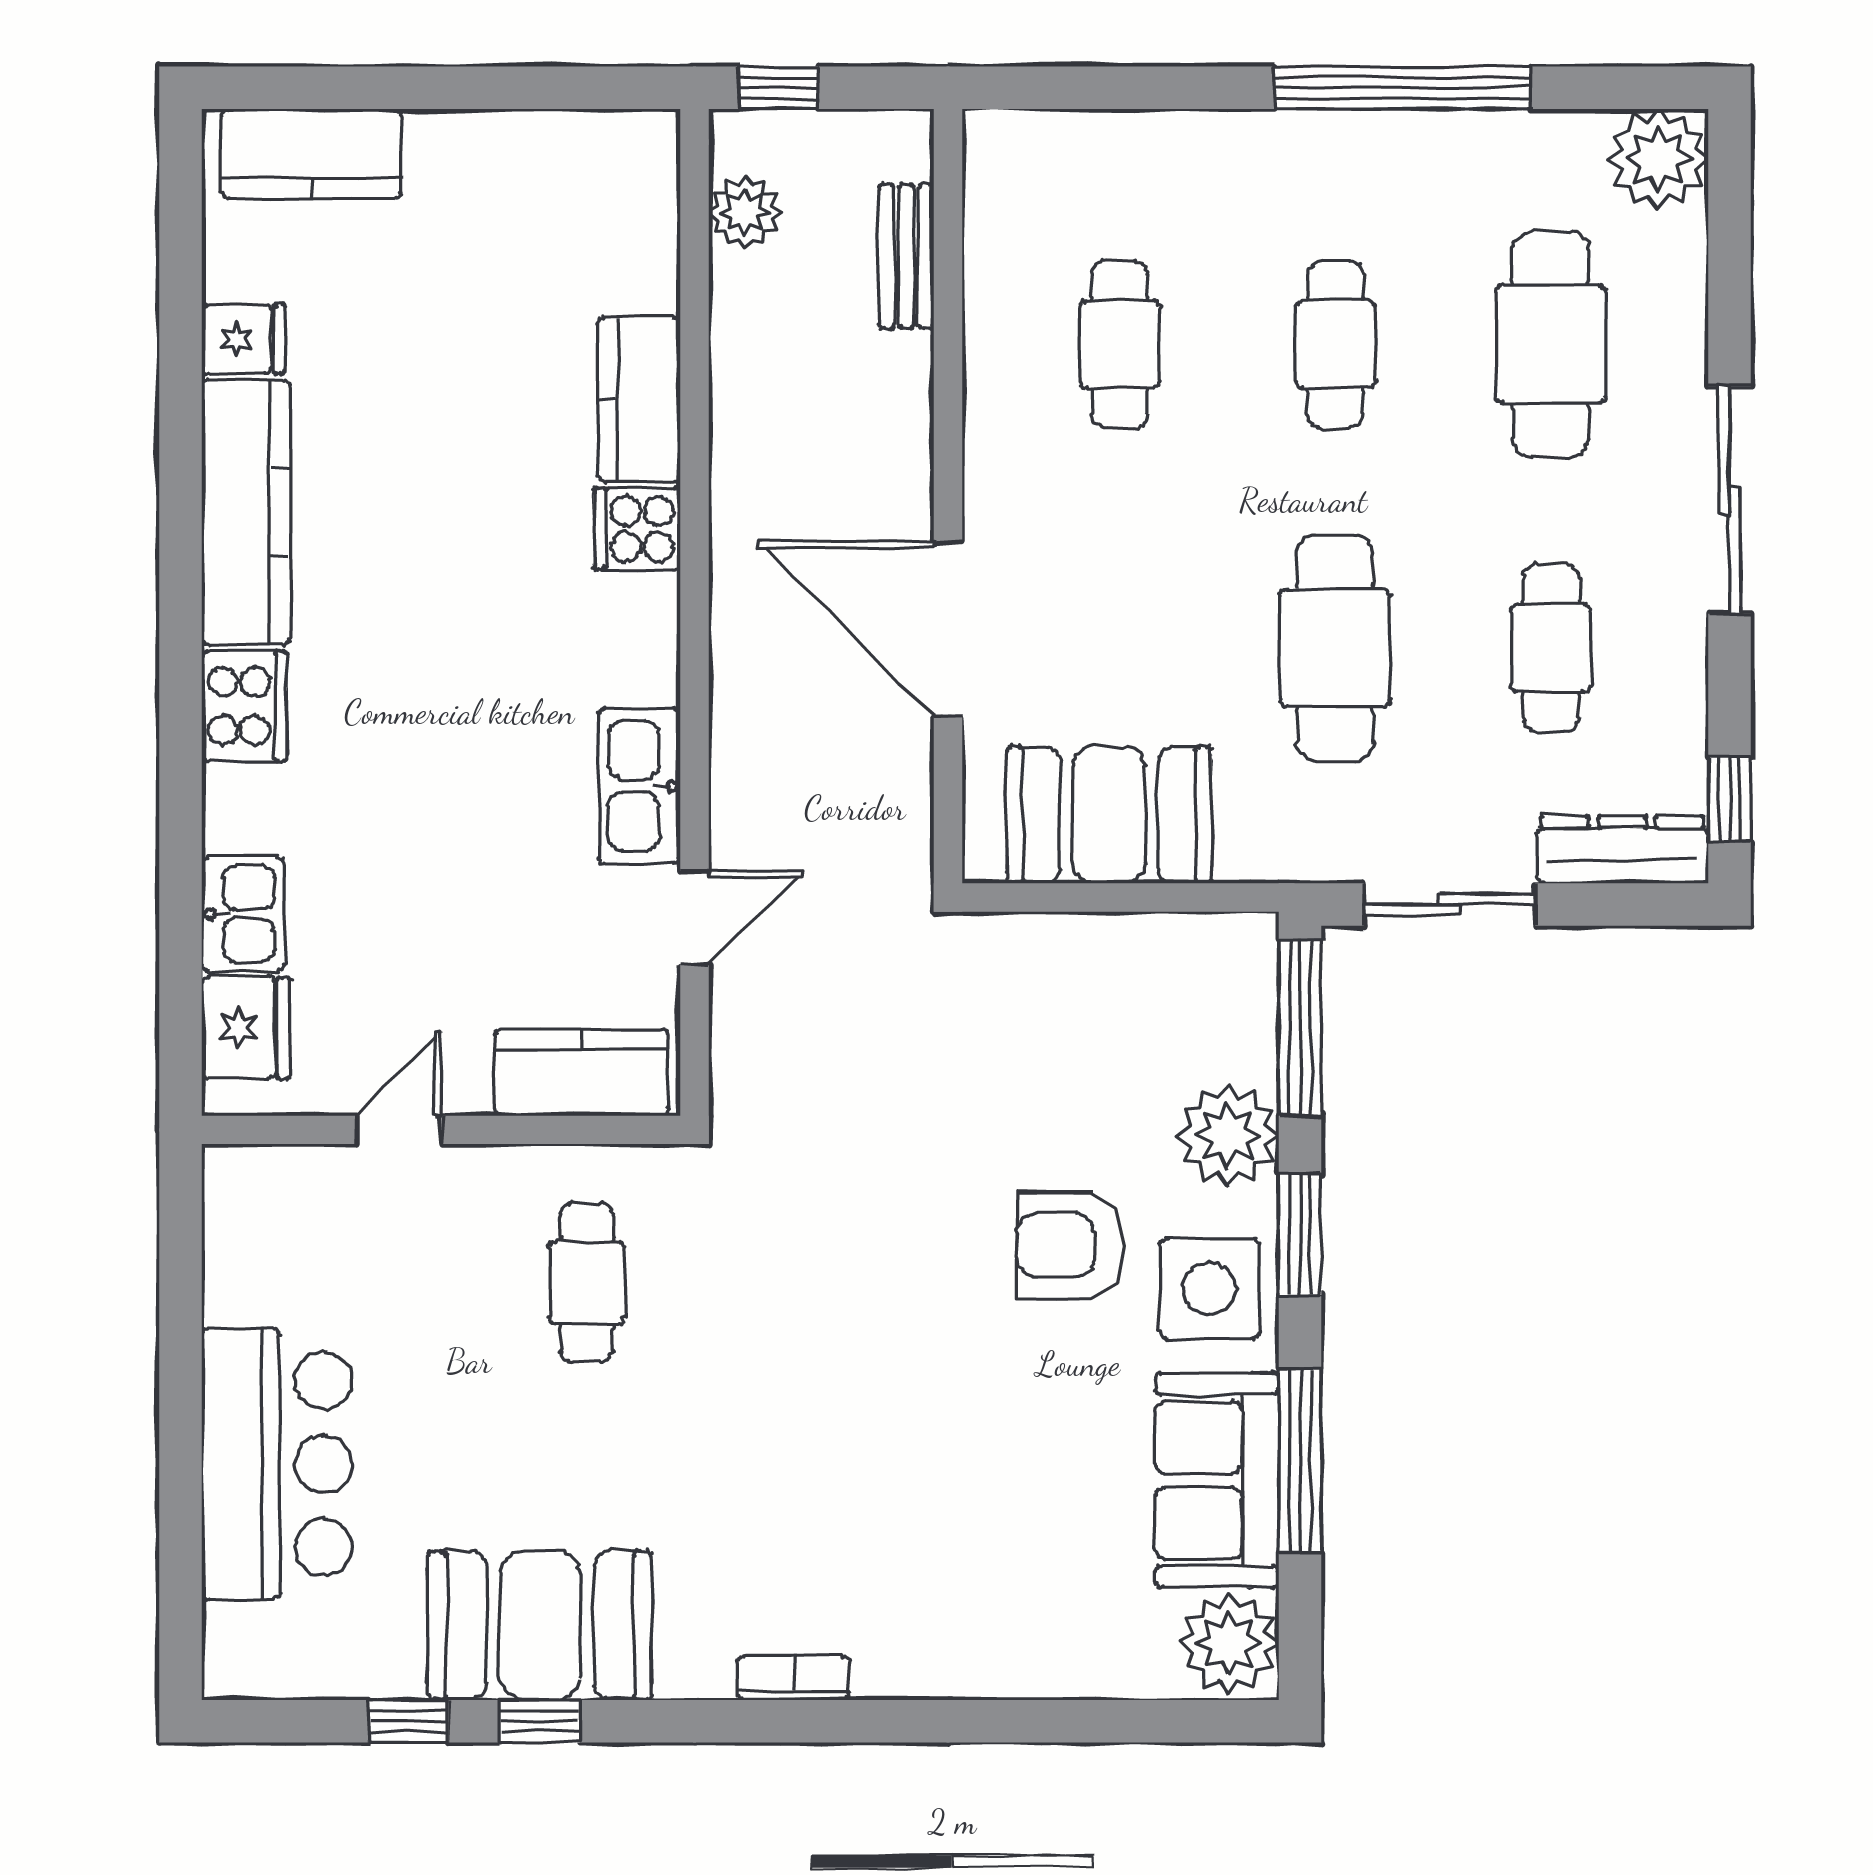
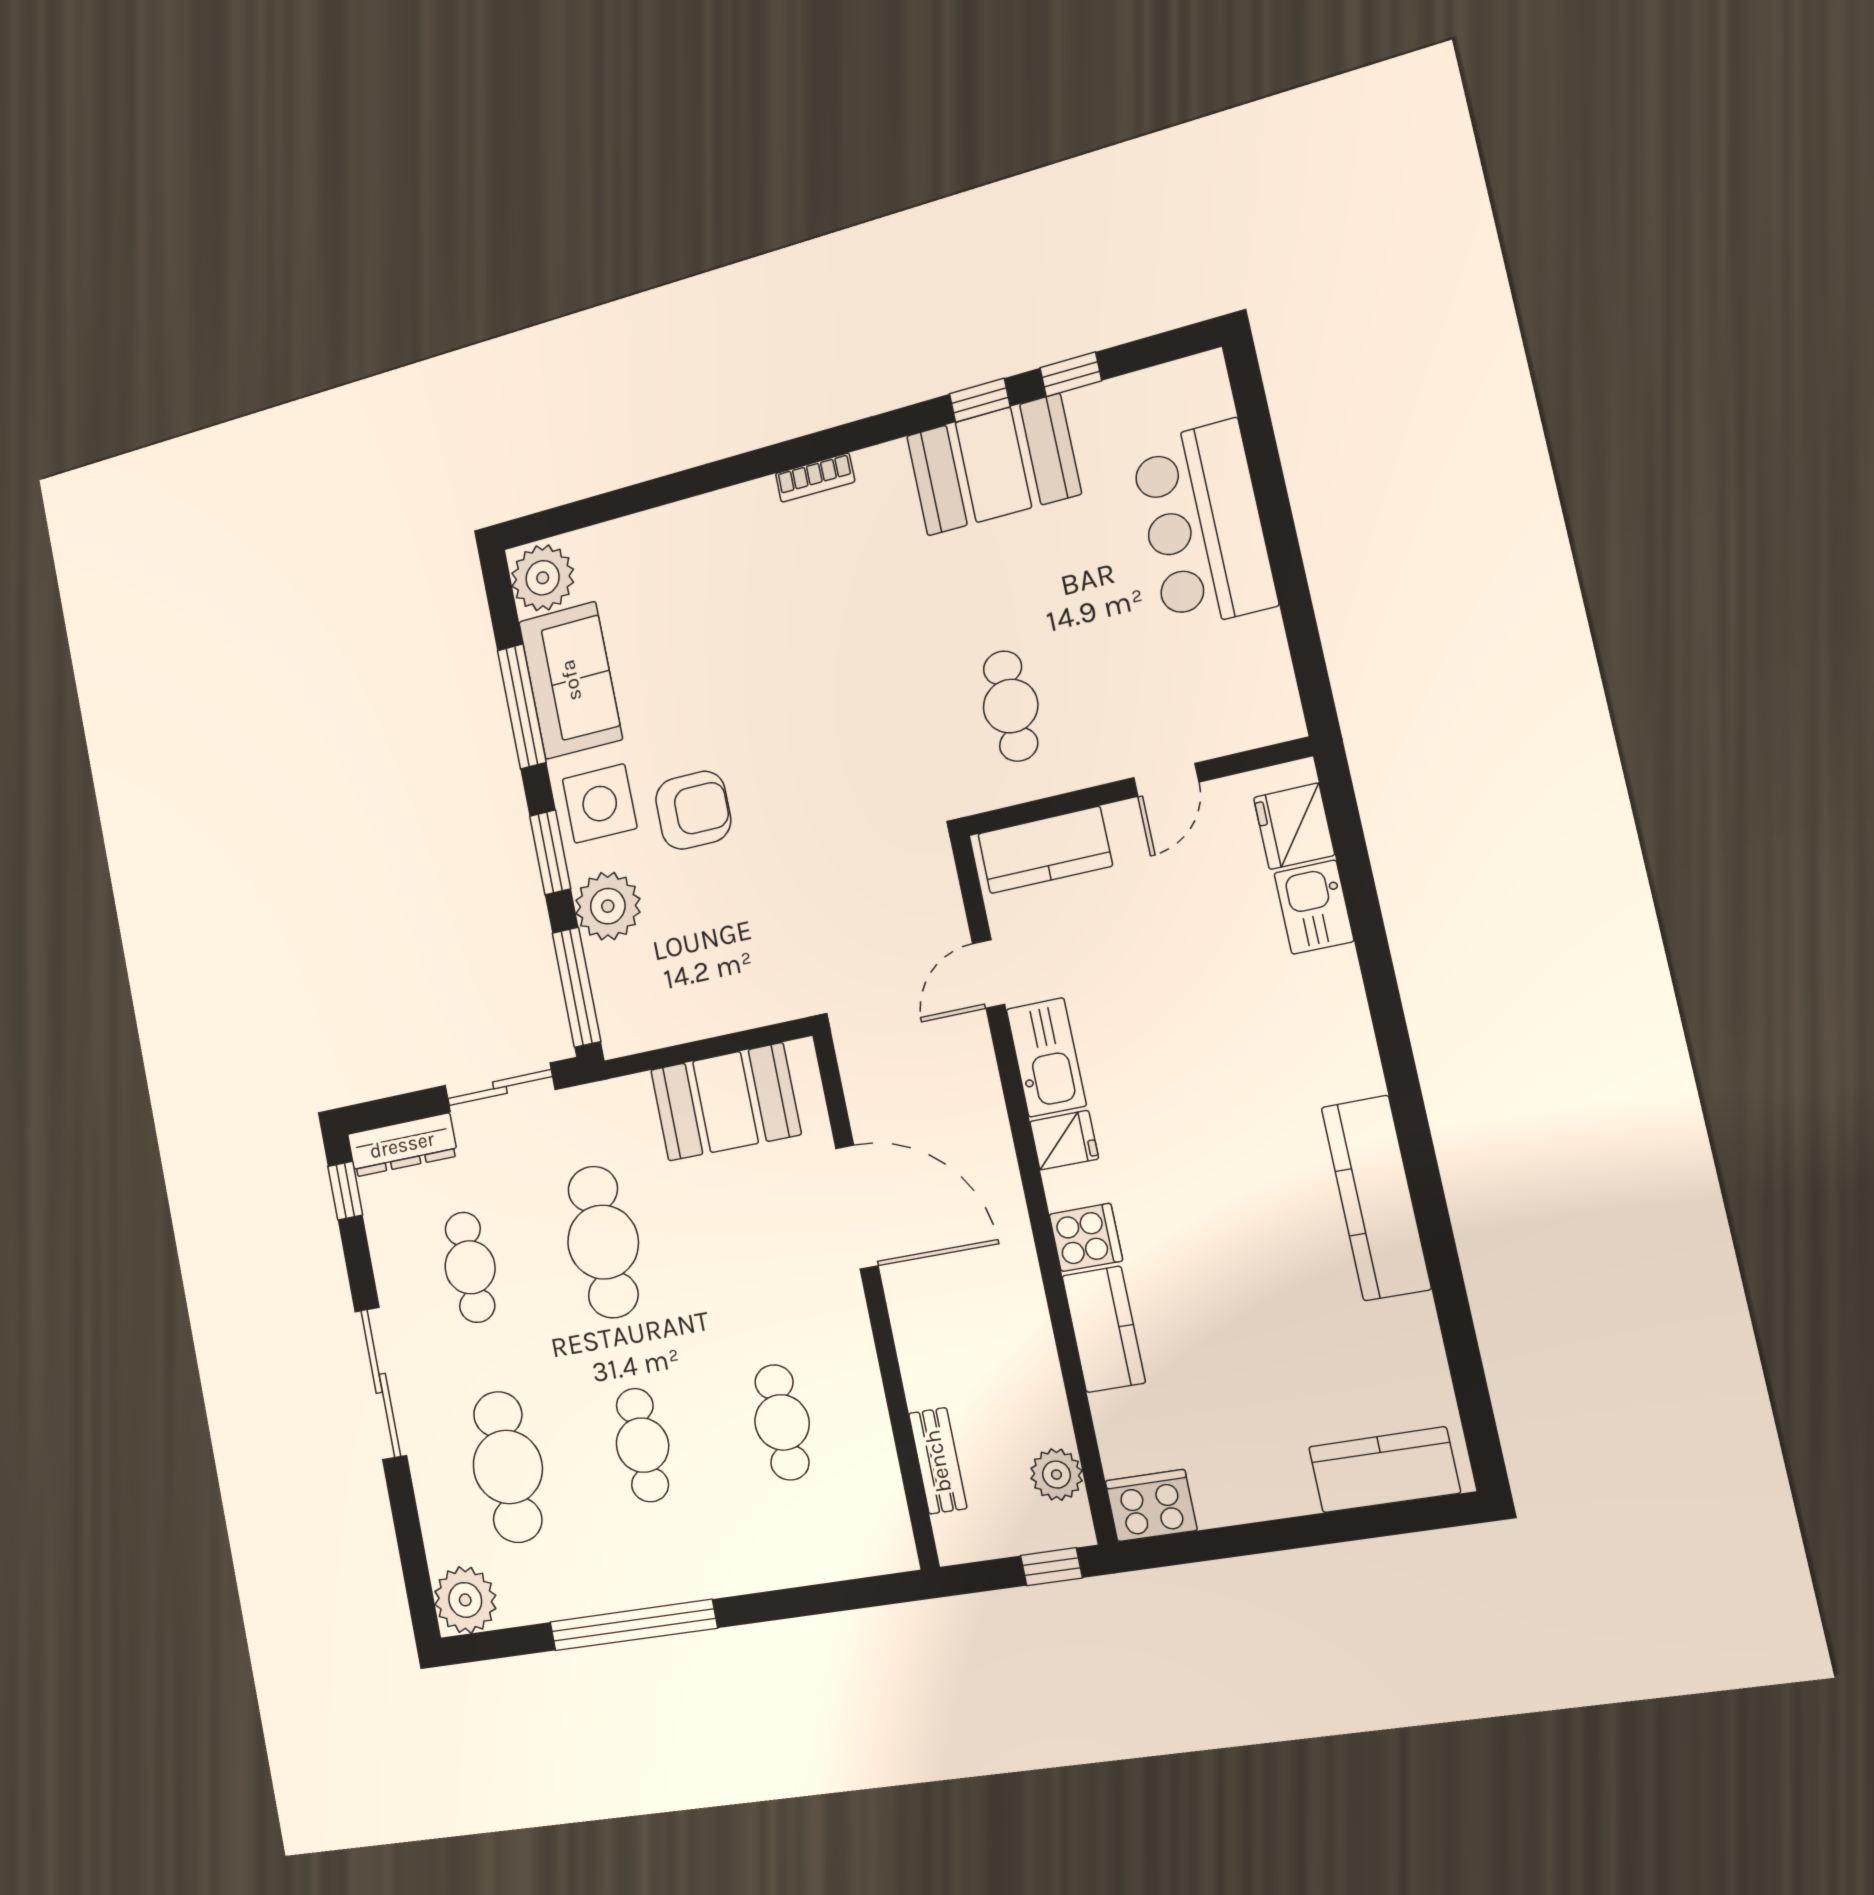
fridge: (243, 339) -> (1064, 1140), moved, turned 180
cooker: (244, 706) -> (1151, 1506), moved, turned 90

